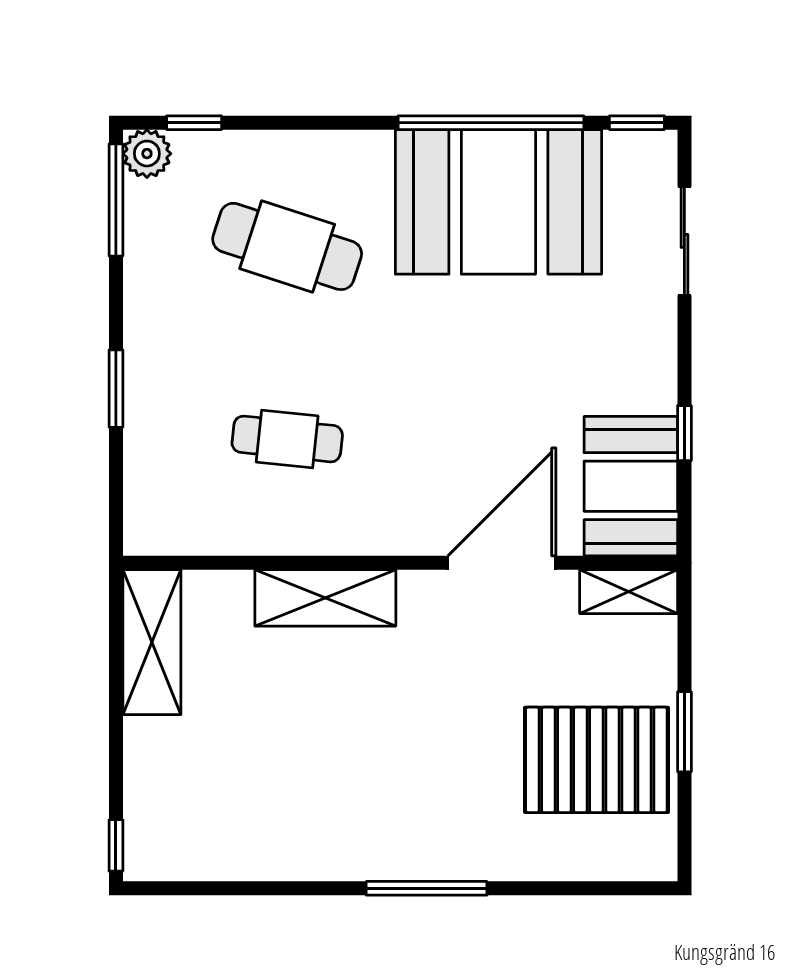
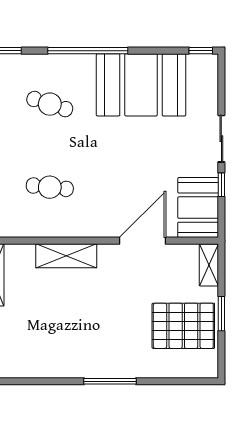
window: (491, 123) -> (88, 51), moved
sliding door: (684, 241) -> (221, 139), moved
cafe table: (287, 246) -> (50, 104), width x0.73, depth x0.74
shelving: (629, 592) -> (209, 265), moved, turned 90

